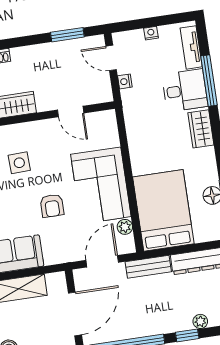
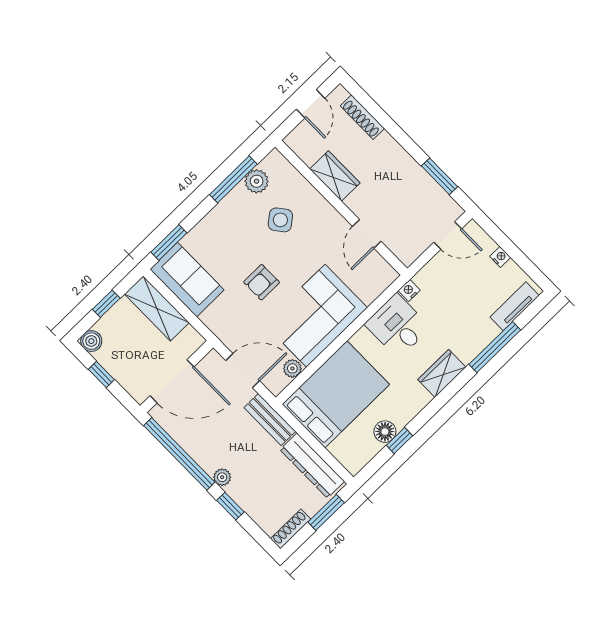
door: (111, 58) -> (448, 236), swing flipped
nightstand: (125, 81) -> (409, 290), moved
desk: (185, 90) -> (398, 326), moved, turned 180
side table: (19, 163) -> (280, 220), turned -36
plant: (200, 321) -> (222, 477), moved

